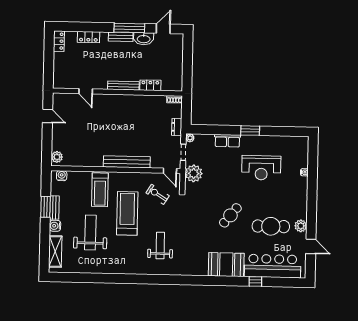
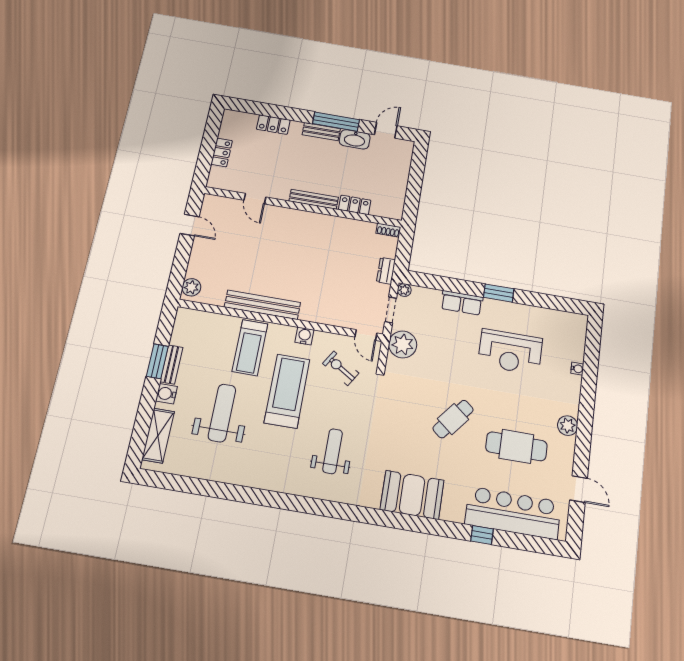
locker: (59, 41) -> (222, 152), moved
bench: (127, 162) -> (262, 305), moved
water cooler: (62, 176) -> (304, 336), moved
plant: (301, 226) -> (568, 426), moved
booth: (226, 265) -> (412, 495), moved

